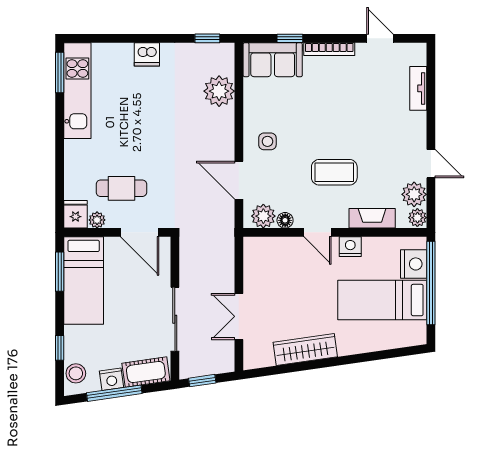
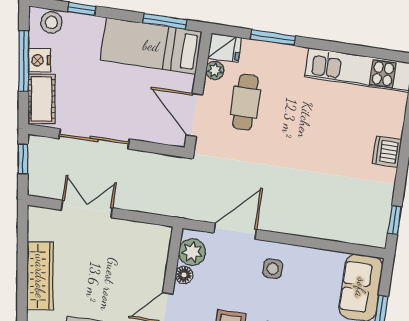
window: (60, 72) -> (273, 37), moved
plant: (219, 91) -> (335, 224), removed
door: (140, 232) -> (194, 115), hinge flipped

